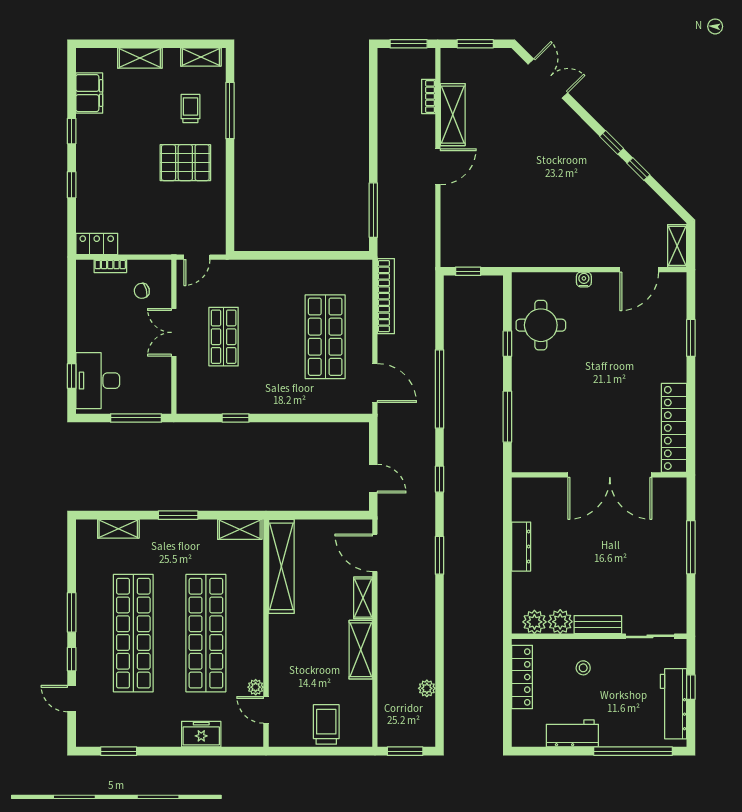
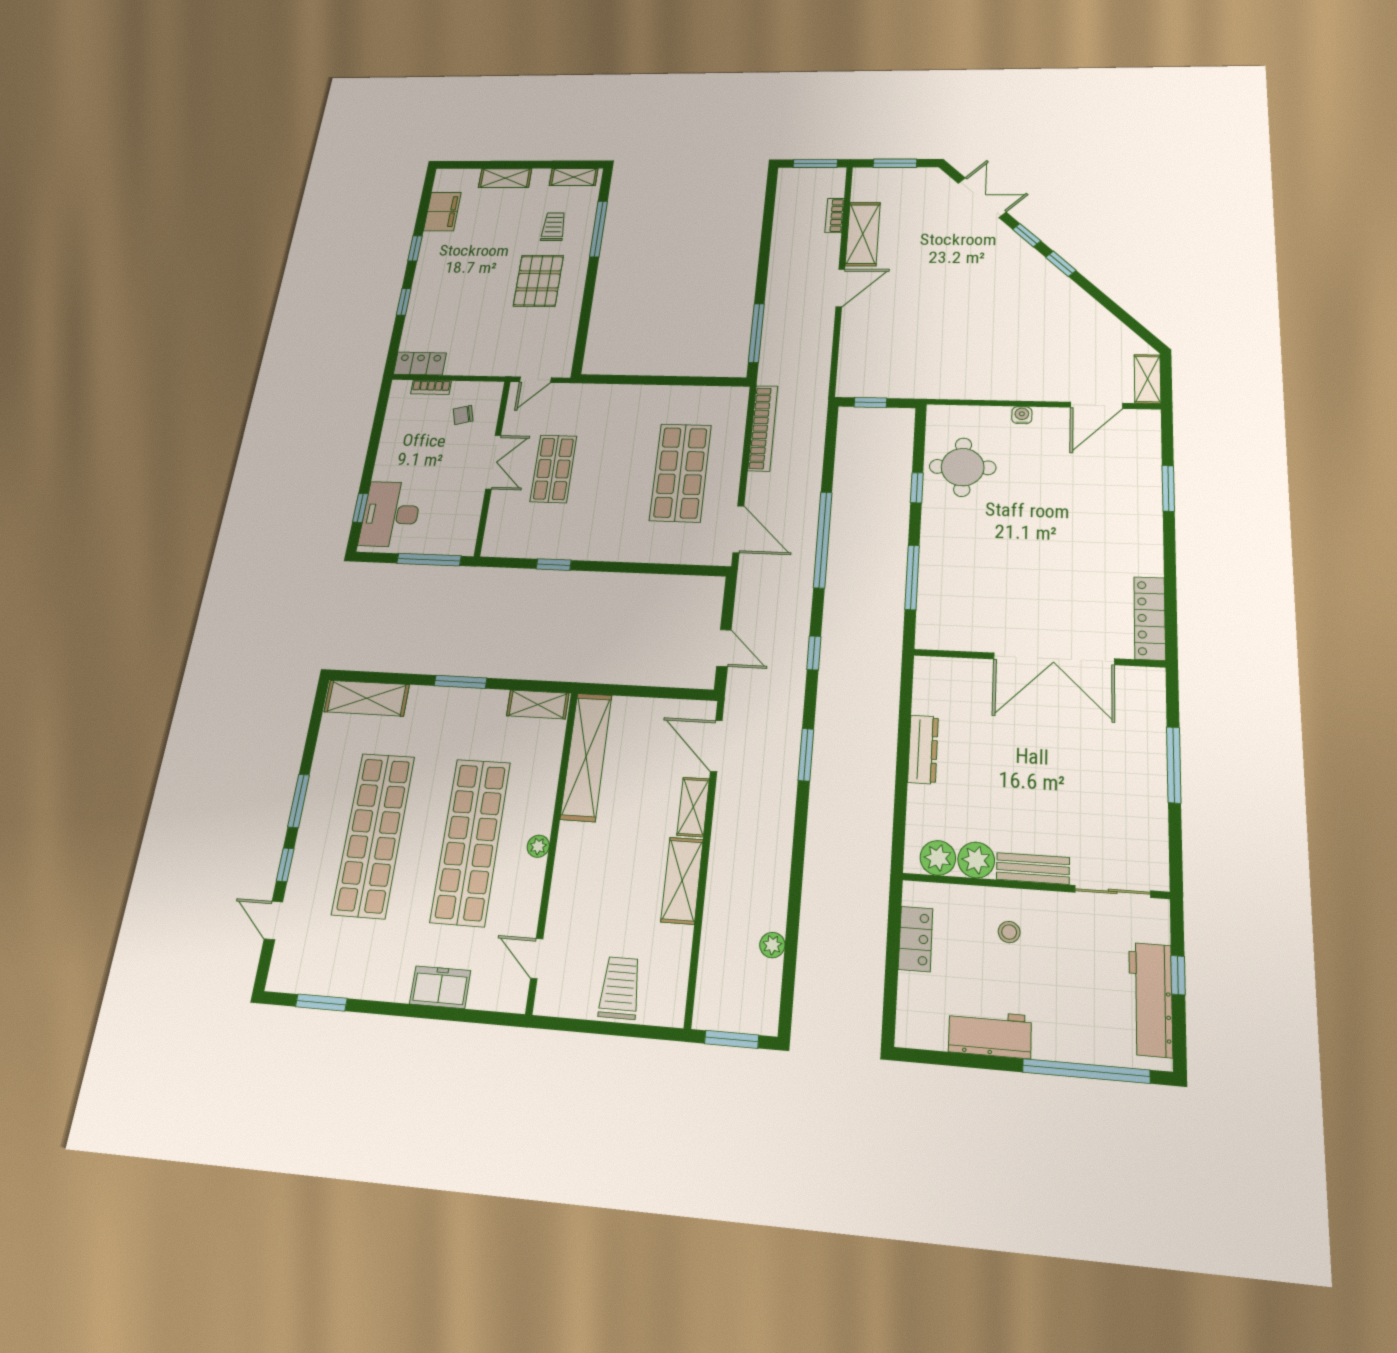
pallet: (185, 163) -> (538, 281), turned 90
window: (638, 169) -> (1027, 235), moved
double door: (174, 332) -> (493, 462), swing flipped
locker: (674, 428) -> (1150, 618), width x0.71, depth x0.83
shelving: (118, 529) -> (367, 698), width x1.50, depth x1.33
locker: (522, 677) -> (915, 939), width x0.66
plant: (256, 687) -> (538, 846), moved

